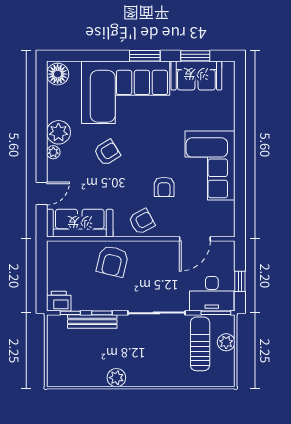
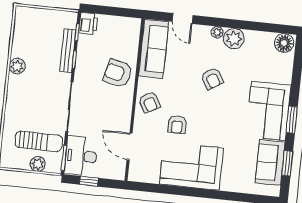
corner sofa: (126, 92) -> (268, 111), width x0.73, depth x0.74
armchair: (164, 187) -> (177, 125), turned -90

